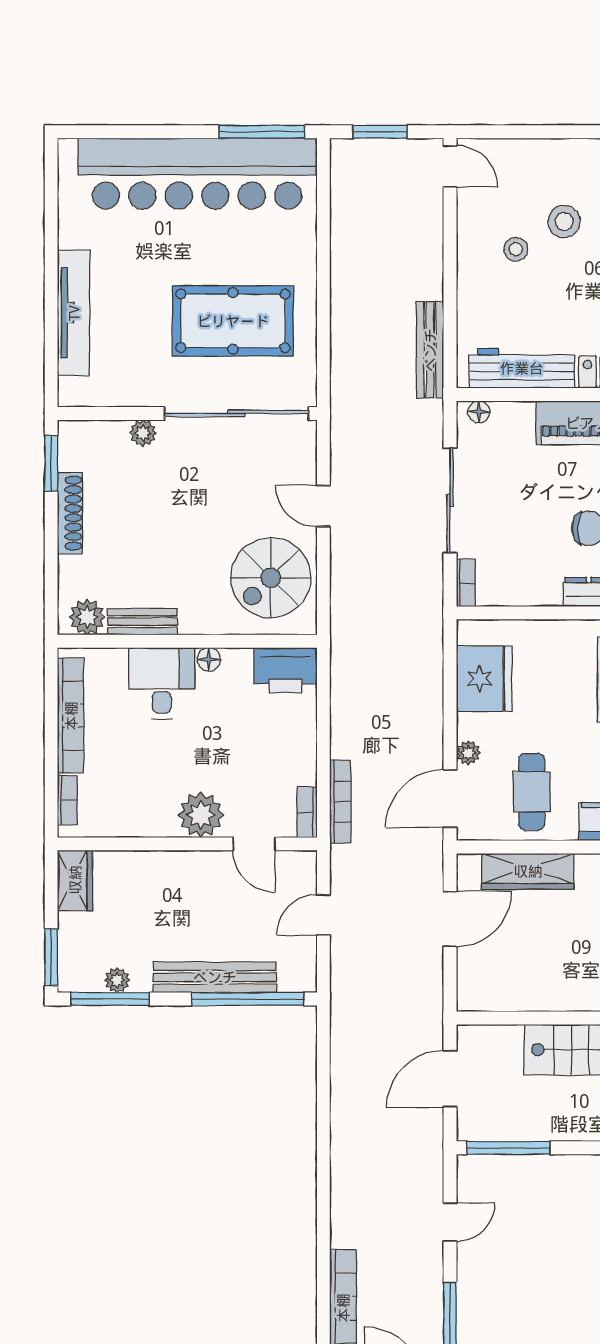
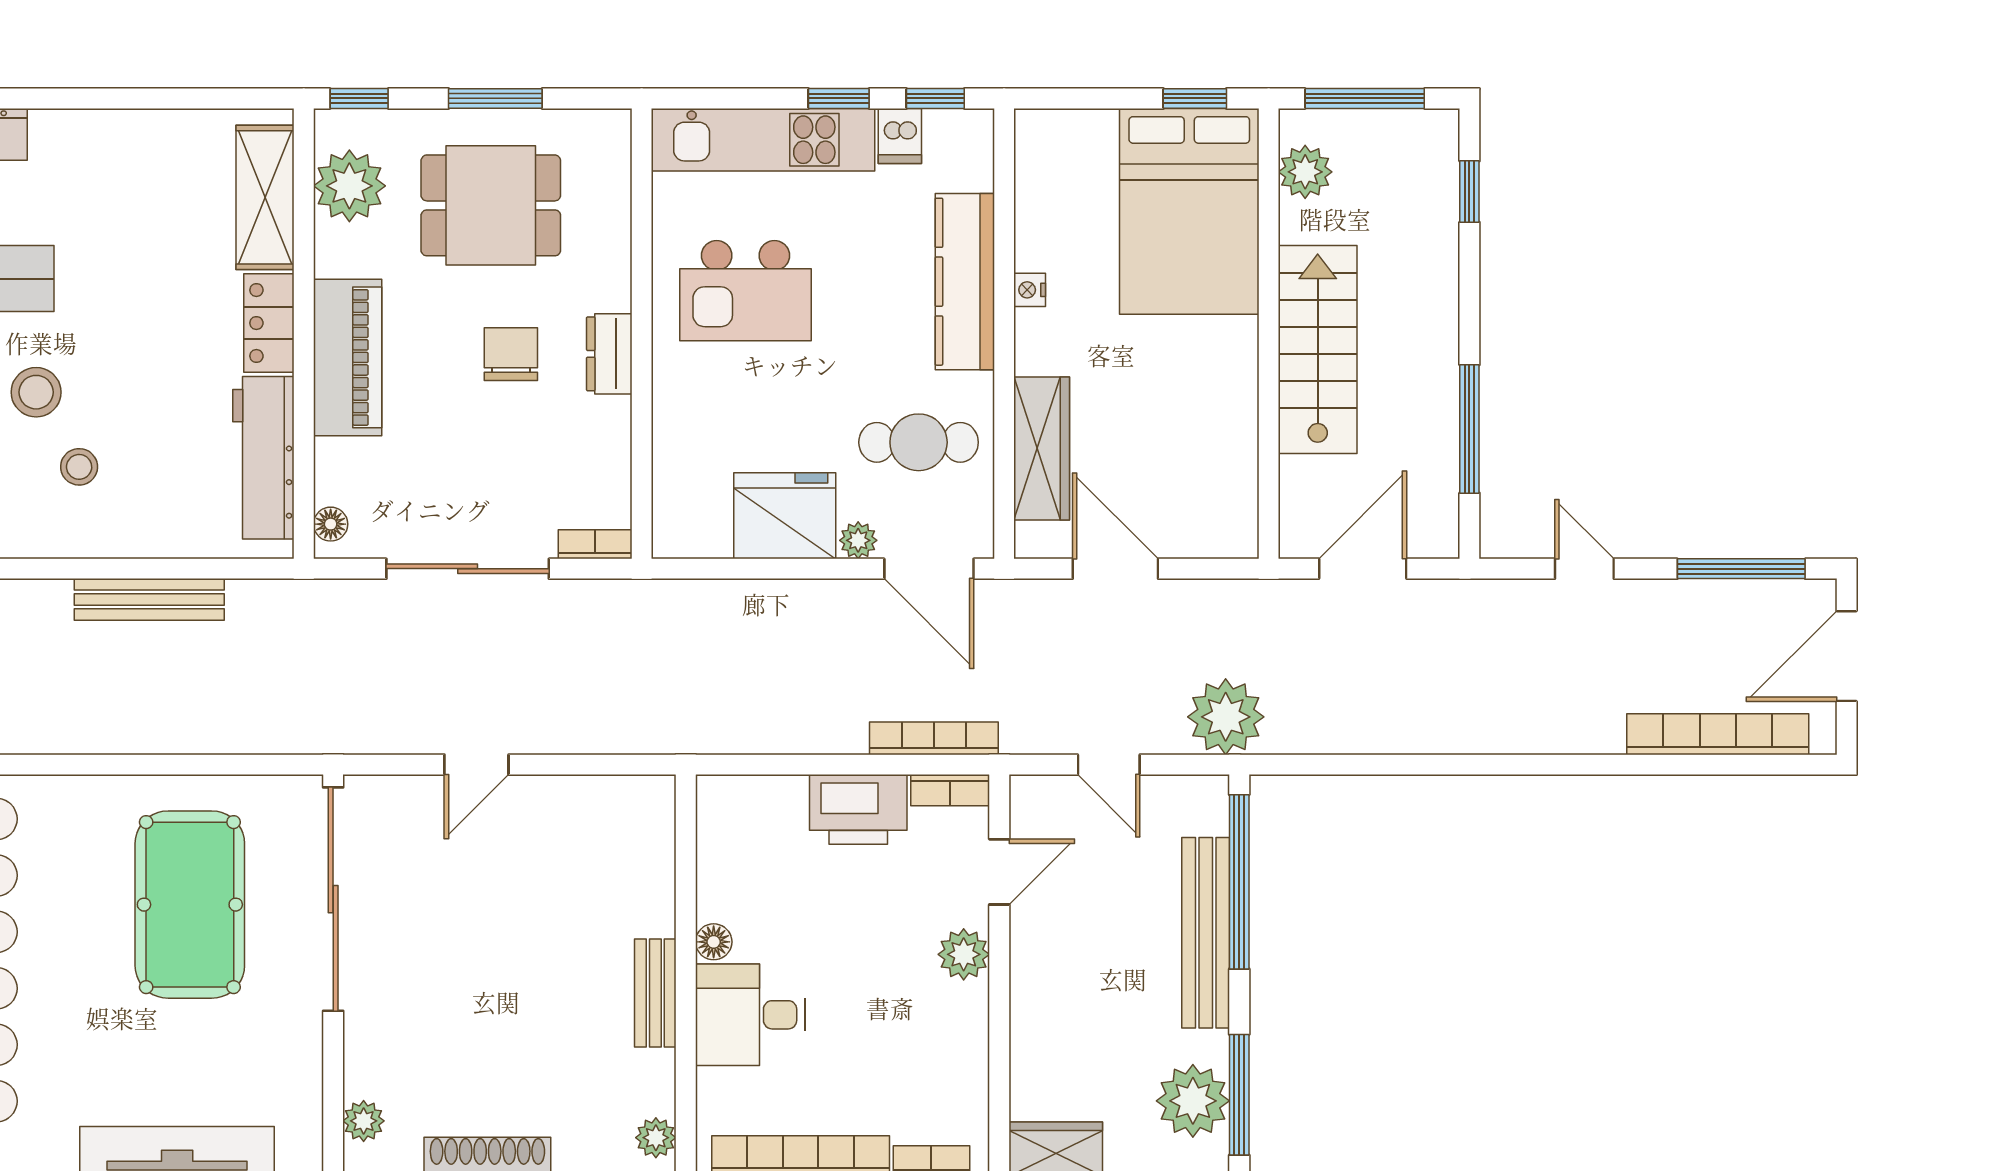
bench: (430, 350) -> (149, 599), moved
plant: (143, 433) -> (364, 1121), moved
spiral stairs: (271, 578) -> (587, 846), removed
plant: (87, 617) -> (656, 1138), width x0.73, depth x0.73
bench: (143, 622) -> (655, 993), moved
printer: (286, 670) -> (858, 809), moved, turned 90
fridge: (484, 679) -> (785, 516), moved
plant: (201, 815) -> (964, 954), width x0.73, depth x0.73
plant: (117, 980) -> (1193, 1101), width x1.87, depth x1.87
plant: (354, 990) -> (1226, 717), added
door: (450, 1079) -> (1363, 569), swing flipped
window: (508, 1148) -> (1469, 429), moved

